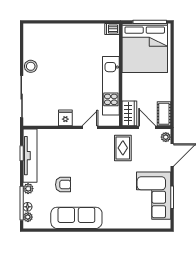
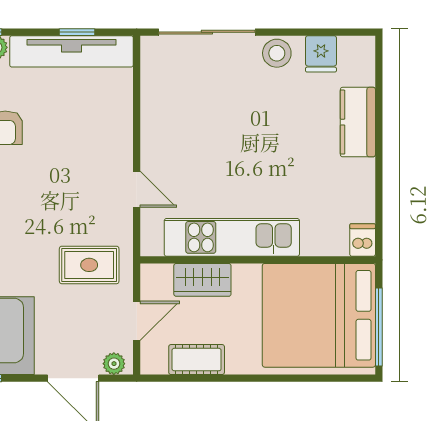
kitchen counter: (61, 31) -> (358, 122), added
wardrobe: (129, 113) -> (202, 280), moved
cot: (164, 114) -> (197, 360), moved
fridge: (65, 118) -> (321, 54), moved, turned 90

